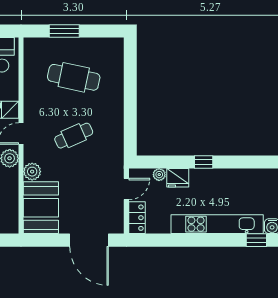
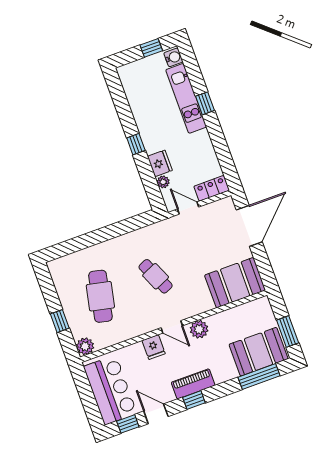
window: (64, 31) -> (60, 321), width x0.67
plant: (32, 172) -> (85, 346), moved
kitchen unit: (217, 224) -> (186, 98), width x0.73
window: (256, 240) -> (205, 103), moved

